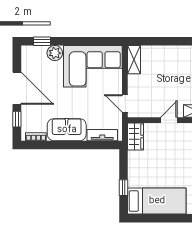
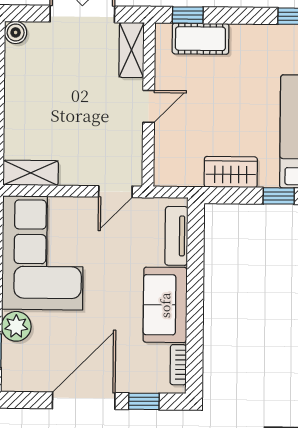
door: (169, 120) -> (149, 106), swing flipped
wardrobe: (135, 136) -> (231, 172), moved

